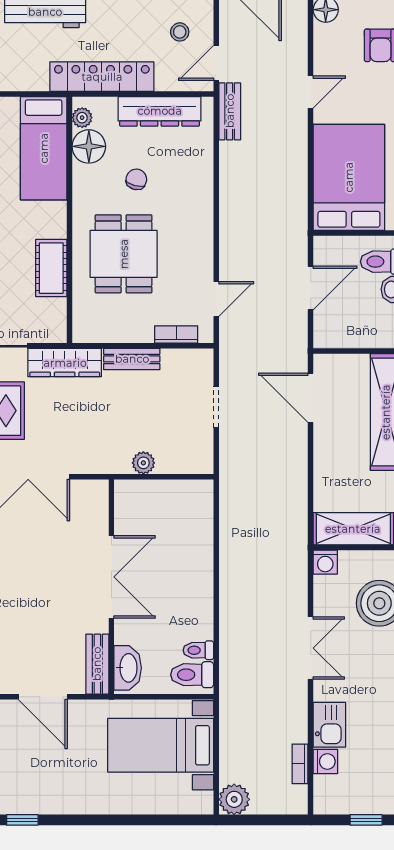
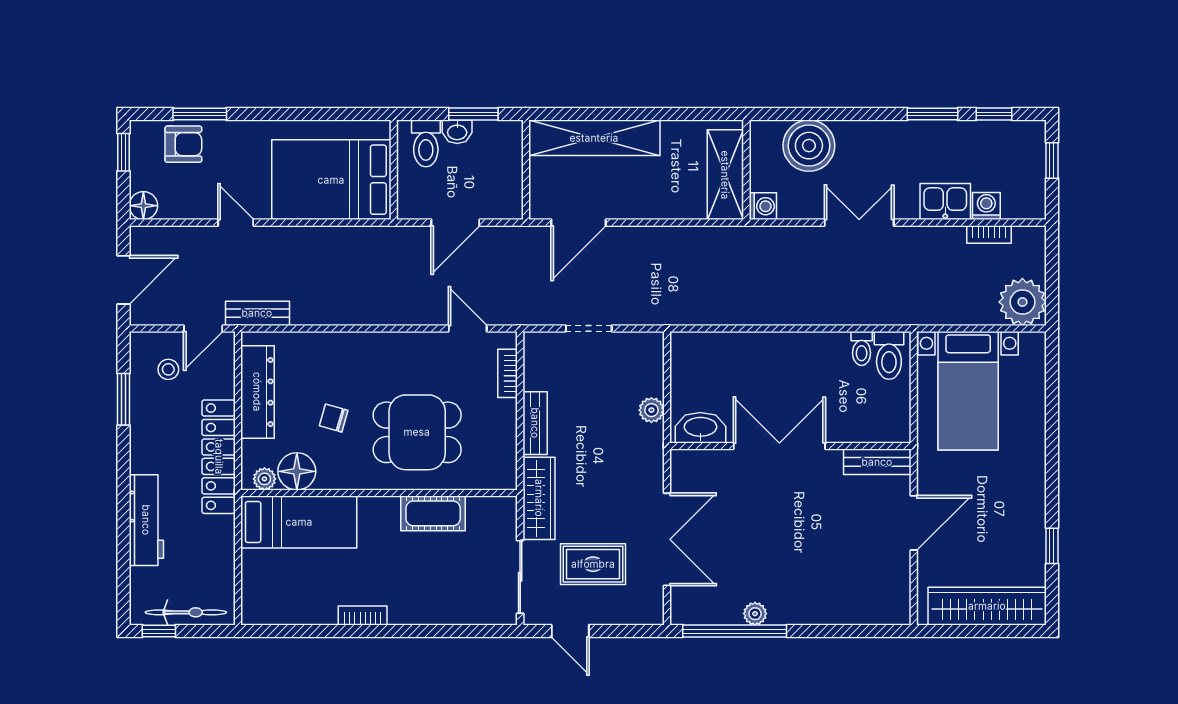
door: (216, 63) -> (203, 328), hinge flipped
door: (311, 288) -> (455, 223), swing flipped
washbasin: (128, 668) -> (700, 428), moved
plant: (234, 799) -> (1022, 302), width x1.36, depth x1.36

